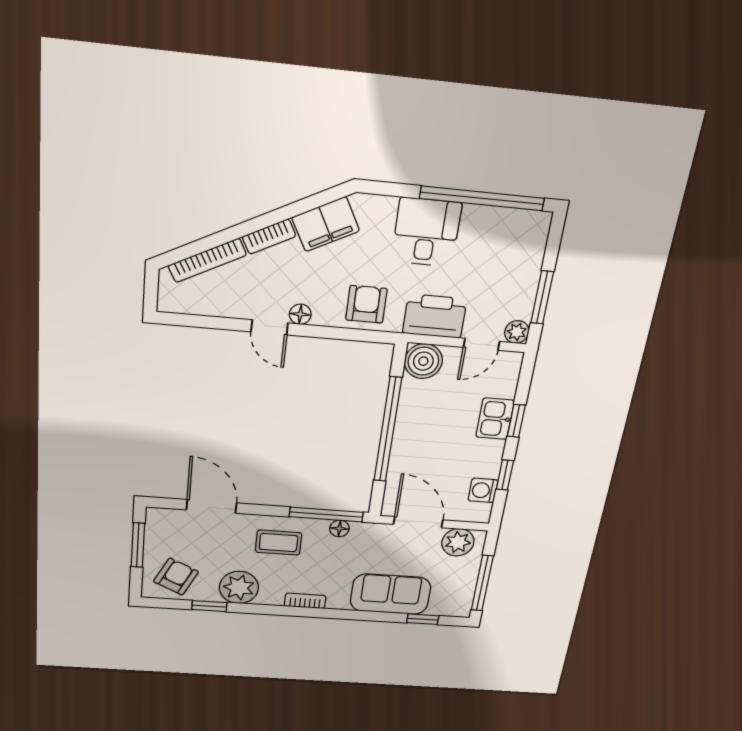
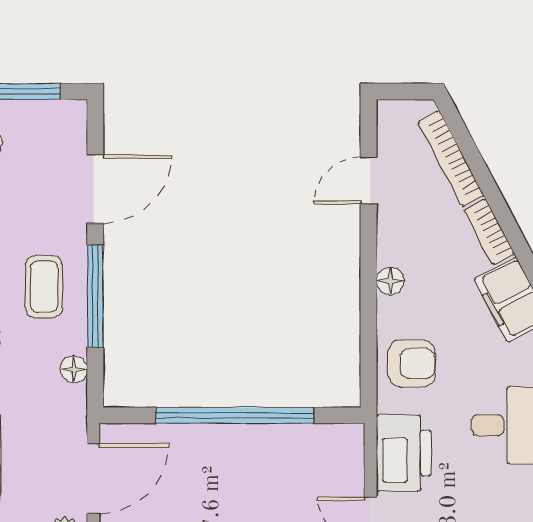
door: (269, 327) -> (368, 181), moved
boiler: (423, 361) -> (340, 448), removed
window: (326, 514) -> (95, 296), moved

